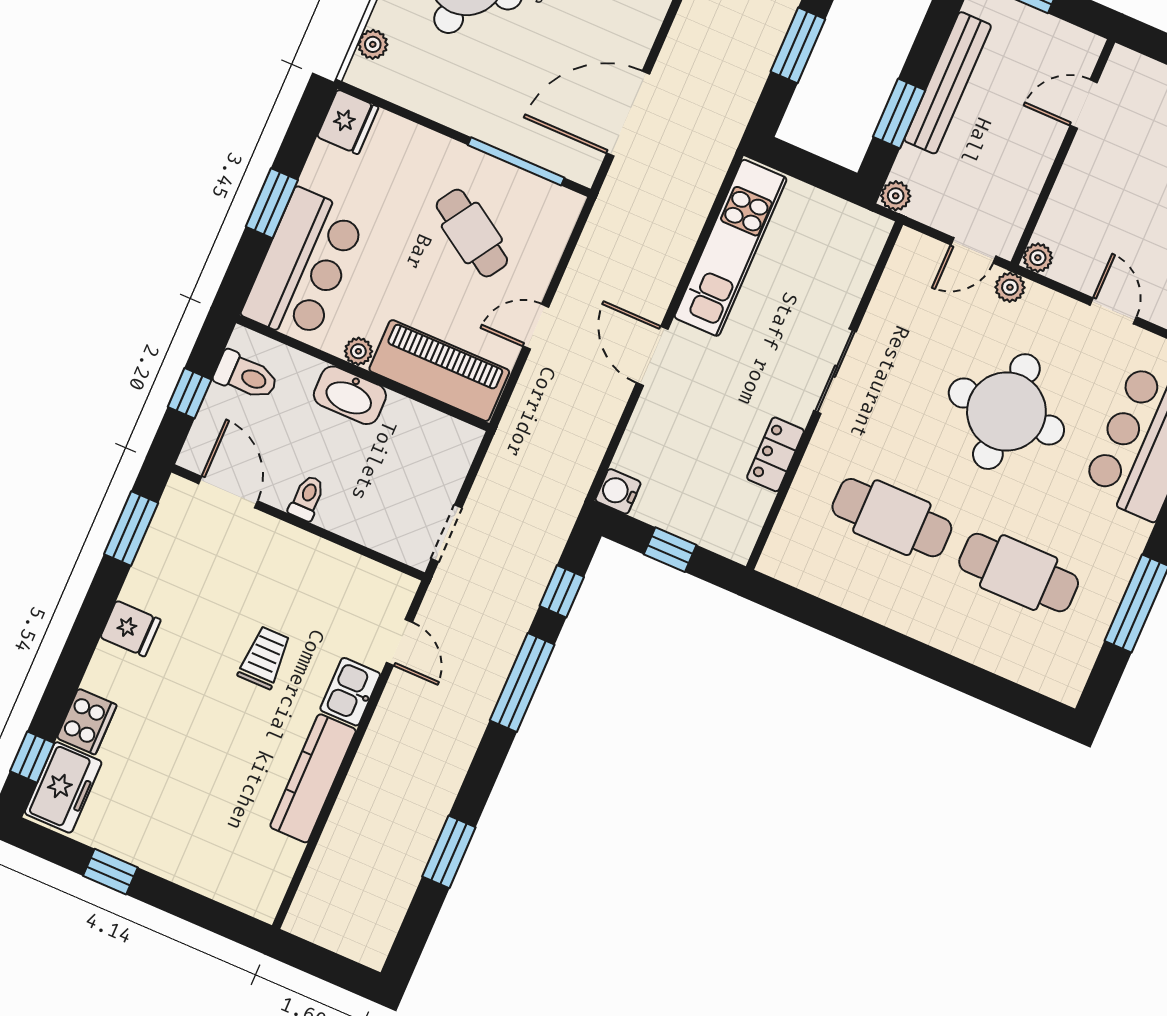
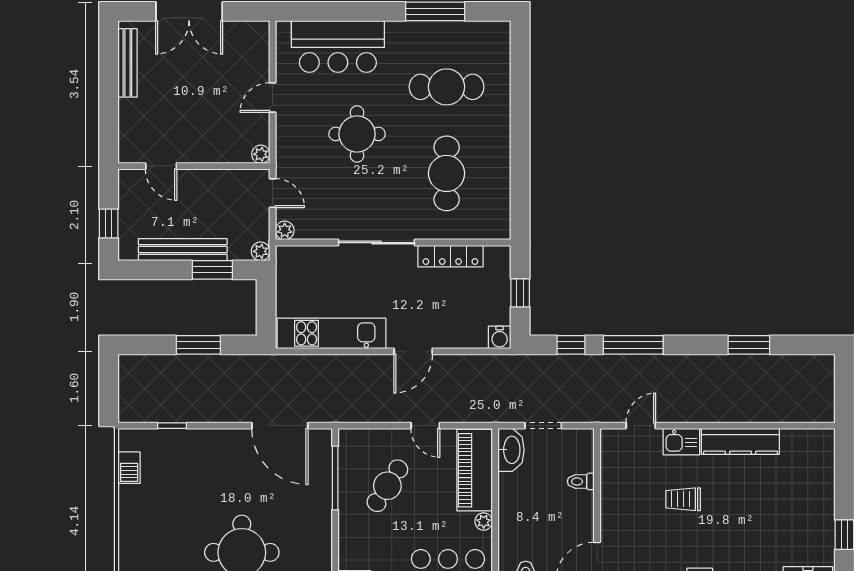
plant: (1010, 287) -> (285, 230), moved
sliding door: (835, 371) -> (377, 243), width x1.37
washbasin: (350, 395) -> (511, 450), moved
round table: (1006, 412) -> (357, 134), width x0.73, depth x0.73
locker: (775, 454) -> (450, 256), width x1.53
toilet: (307, 498) -> (581, 481), moved
doorway: (447, 533) -> (543, 426), moved
cafe table: (1019, 573) -> (447, 87), turned 90

